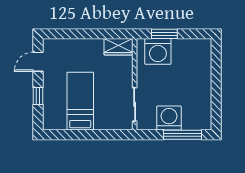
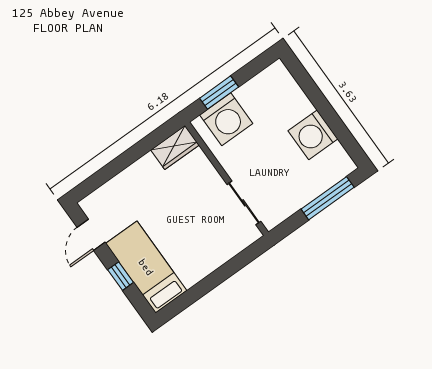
bed: (80, 101) -> (146, 267), moved
washing machine: (169, 118) -> (313, 135), moved, turned -90

